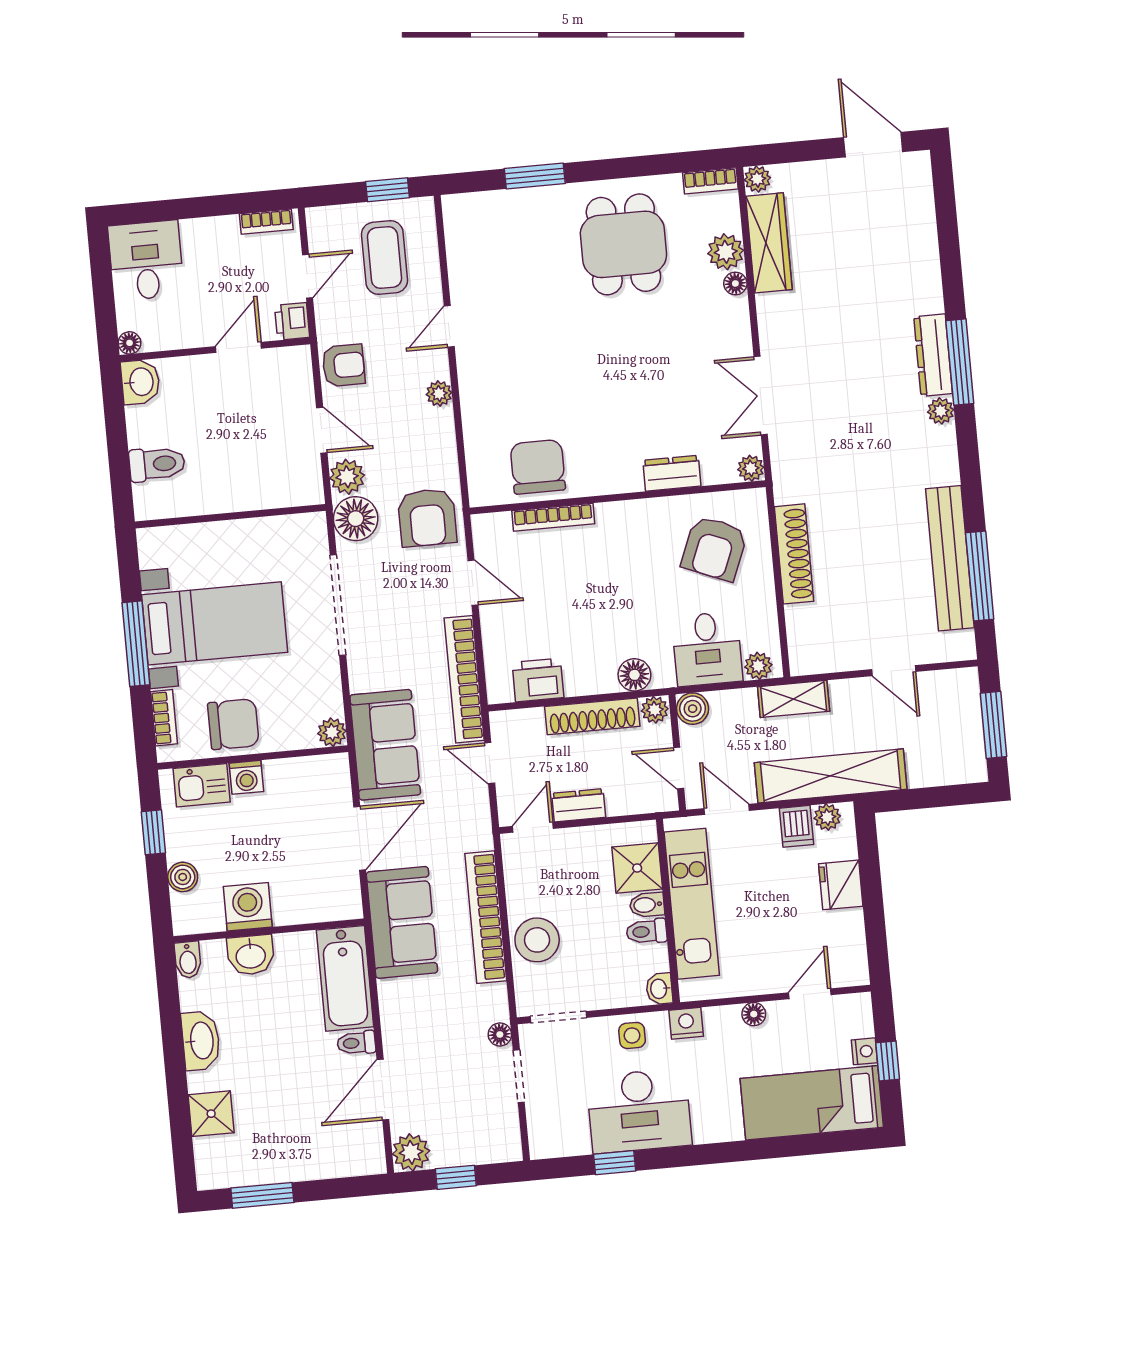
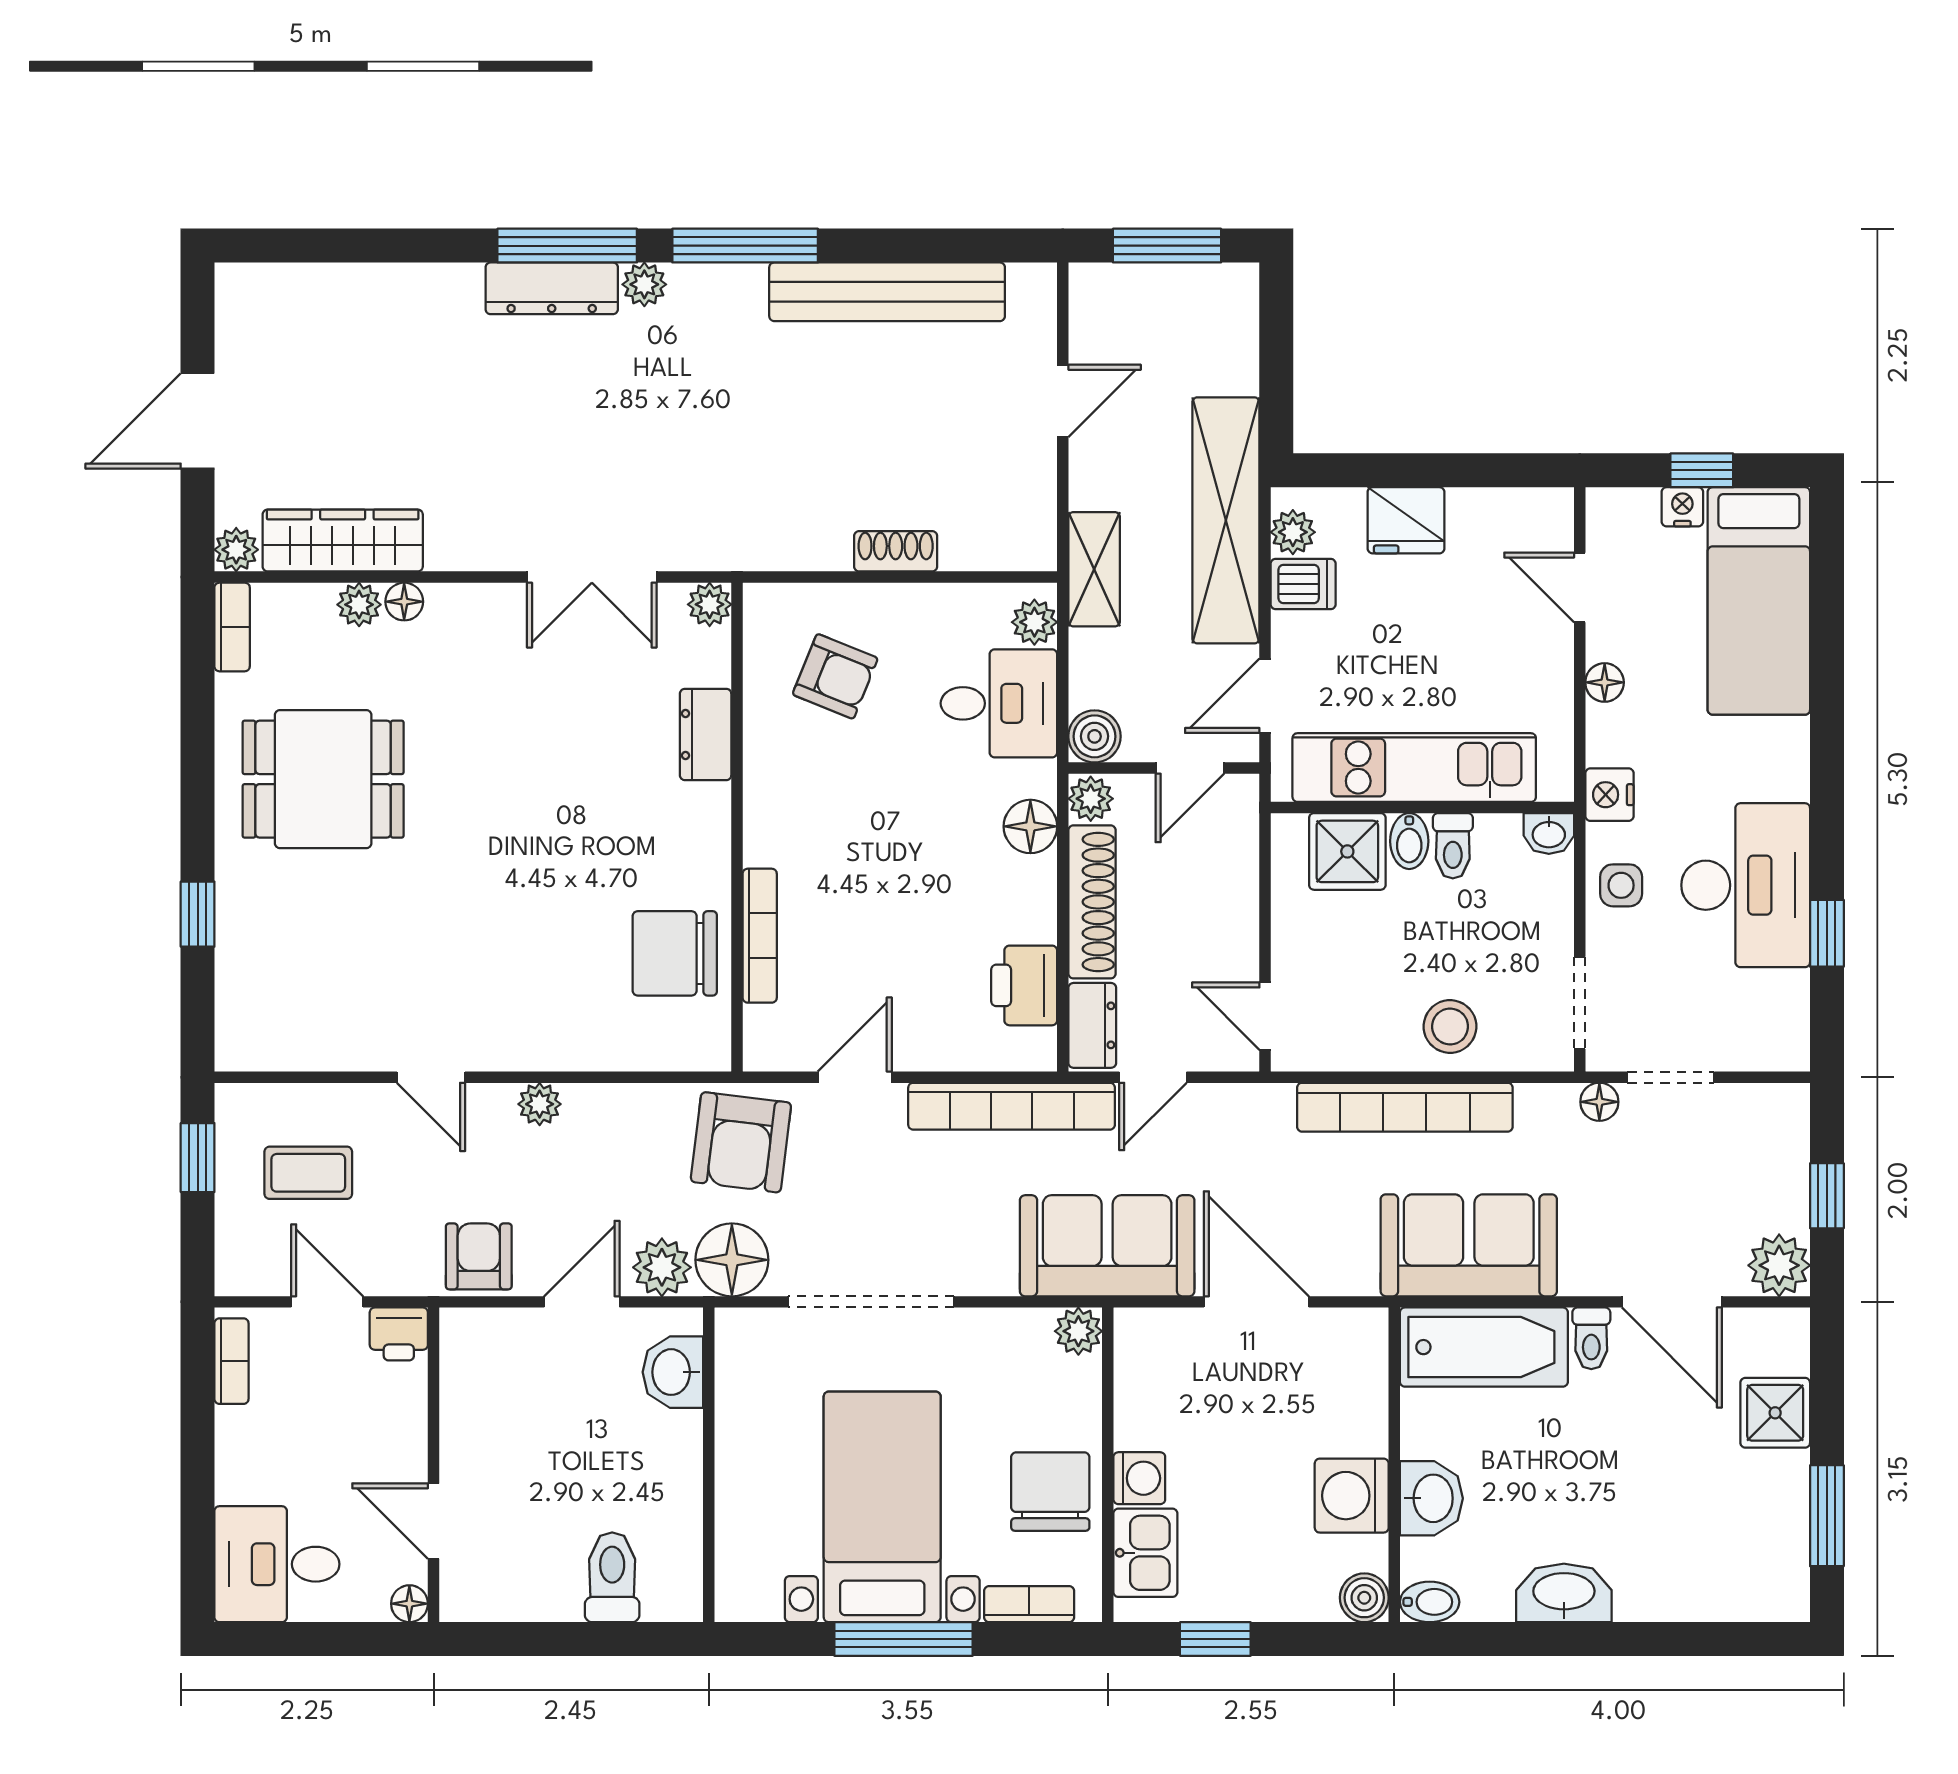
door: (873, 145) -> (198, 421), moved
window: (535, 176) -> (198, 914), width x0.67
plant: (726, 252) -> (359, 605), width x0.73, depth x0.73
coffee table: (384, 258) -> (308, 1173), width x0.73, depth x0.77
door: (238, 347) -> (434, 1521), moved
washbasin: (140, 382) -> (673, 1372), moved, turned -90
armchair: (427, 518) -> (741, 1142), turned 97
armchair: (714, 548) -> (835, 676), width x0.72, depth x0.72
shoe rack: (794, 554) -> (896, 551), width x0.51, depth x0.81
window: (980, 576) -> (745, 246), moved
dresser: (579, 805) -> (1092, 1025), moved, turned 180
boiler: (183, 877) -> (1364, 1598), moved
sofa: (402, 922) -> (1469, 1245), moved
stool: (537, 940) -> (1450, 1027), width x0.73, depth x0.73
shower: (211, 1114) -> (1775, 1413), moved

